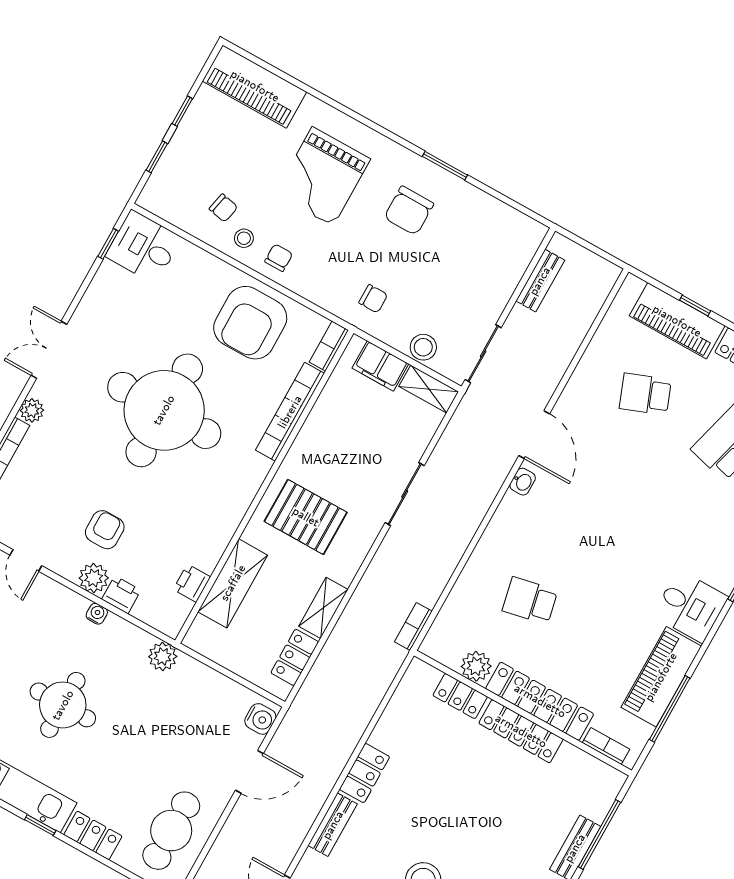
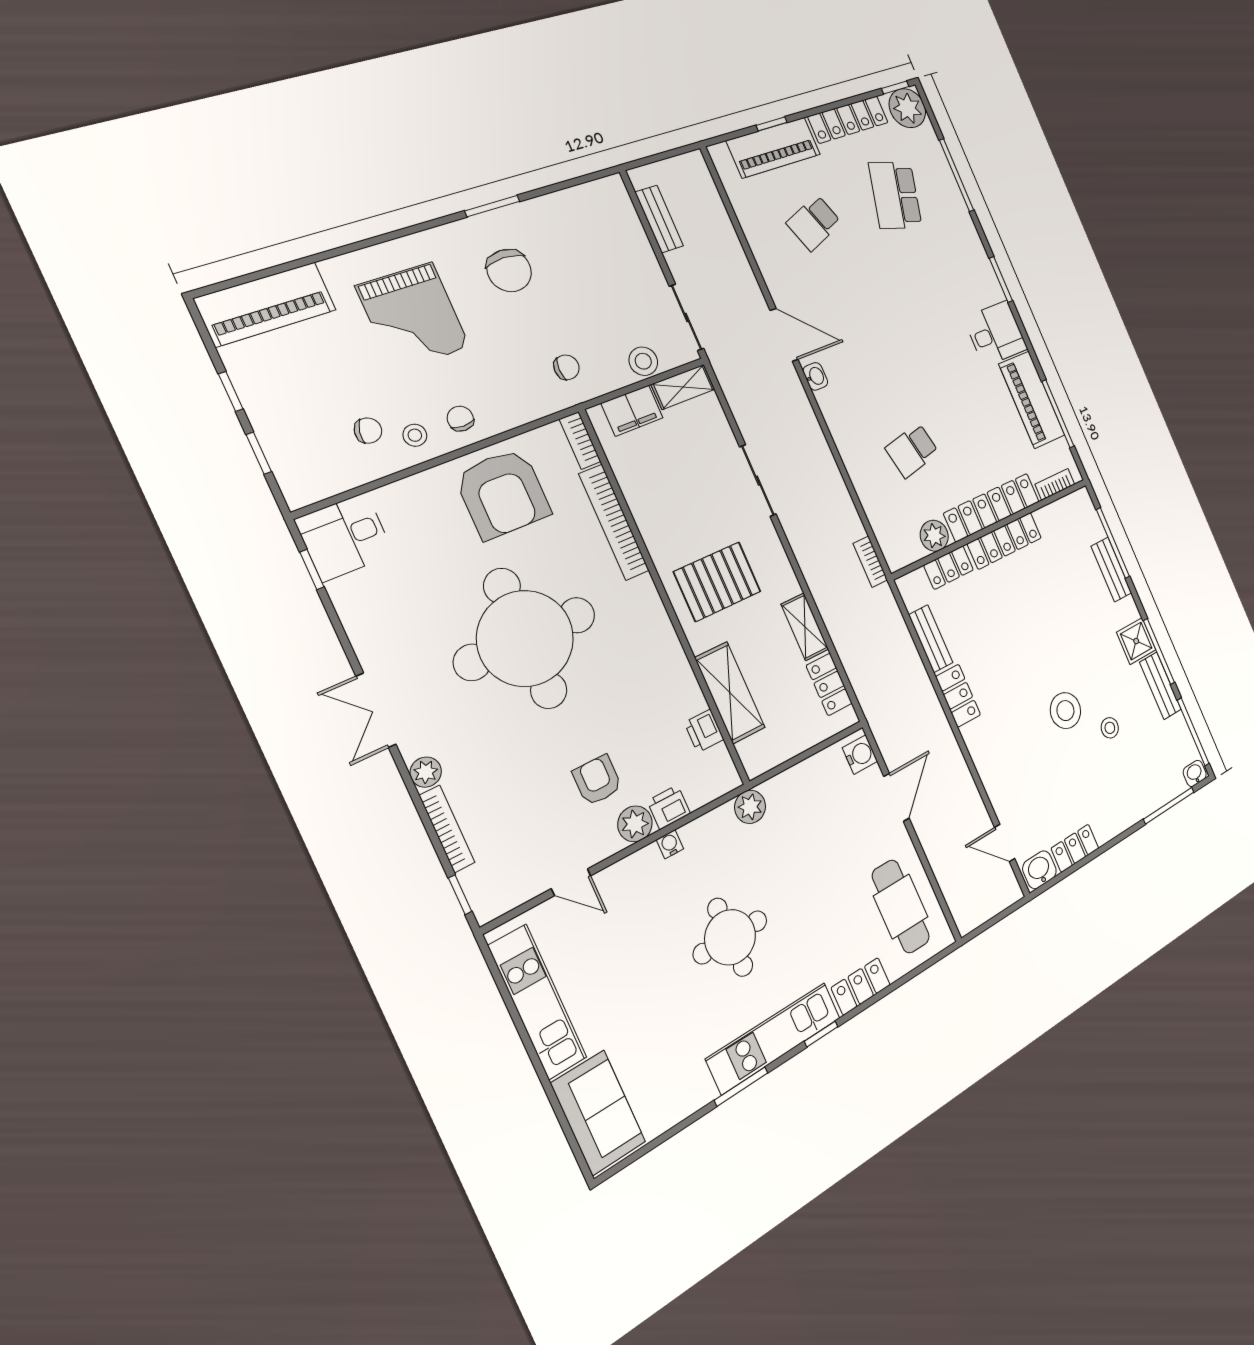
bench: (333, 825) -> (931, 639), moved

